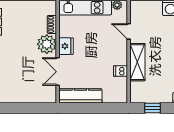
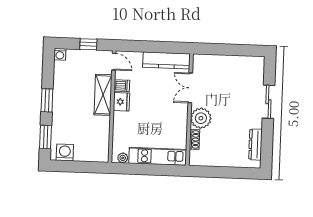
door: (129, 31) -> (114, 62), moved
fridge: (66, 46) -> (121, 102), moved, turned 180
double door: (58, 72) -> (190, 88), swing flipped

